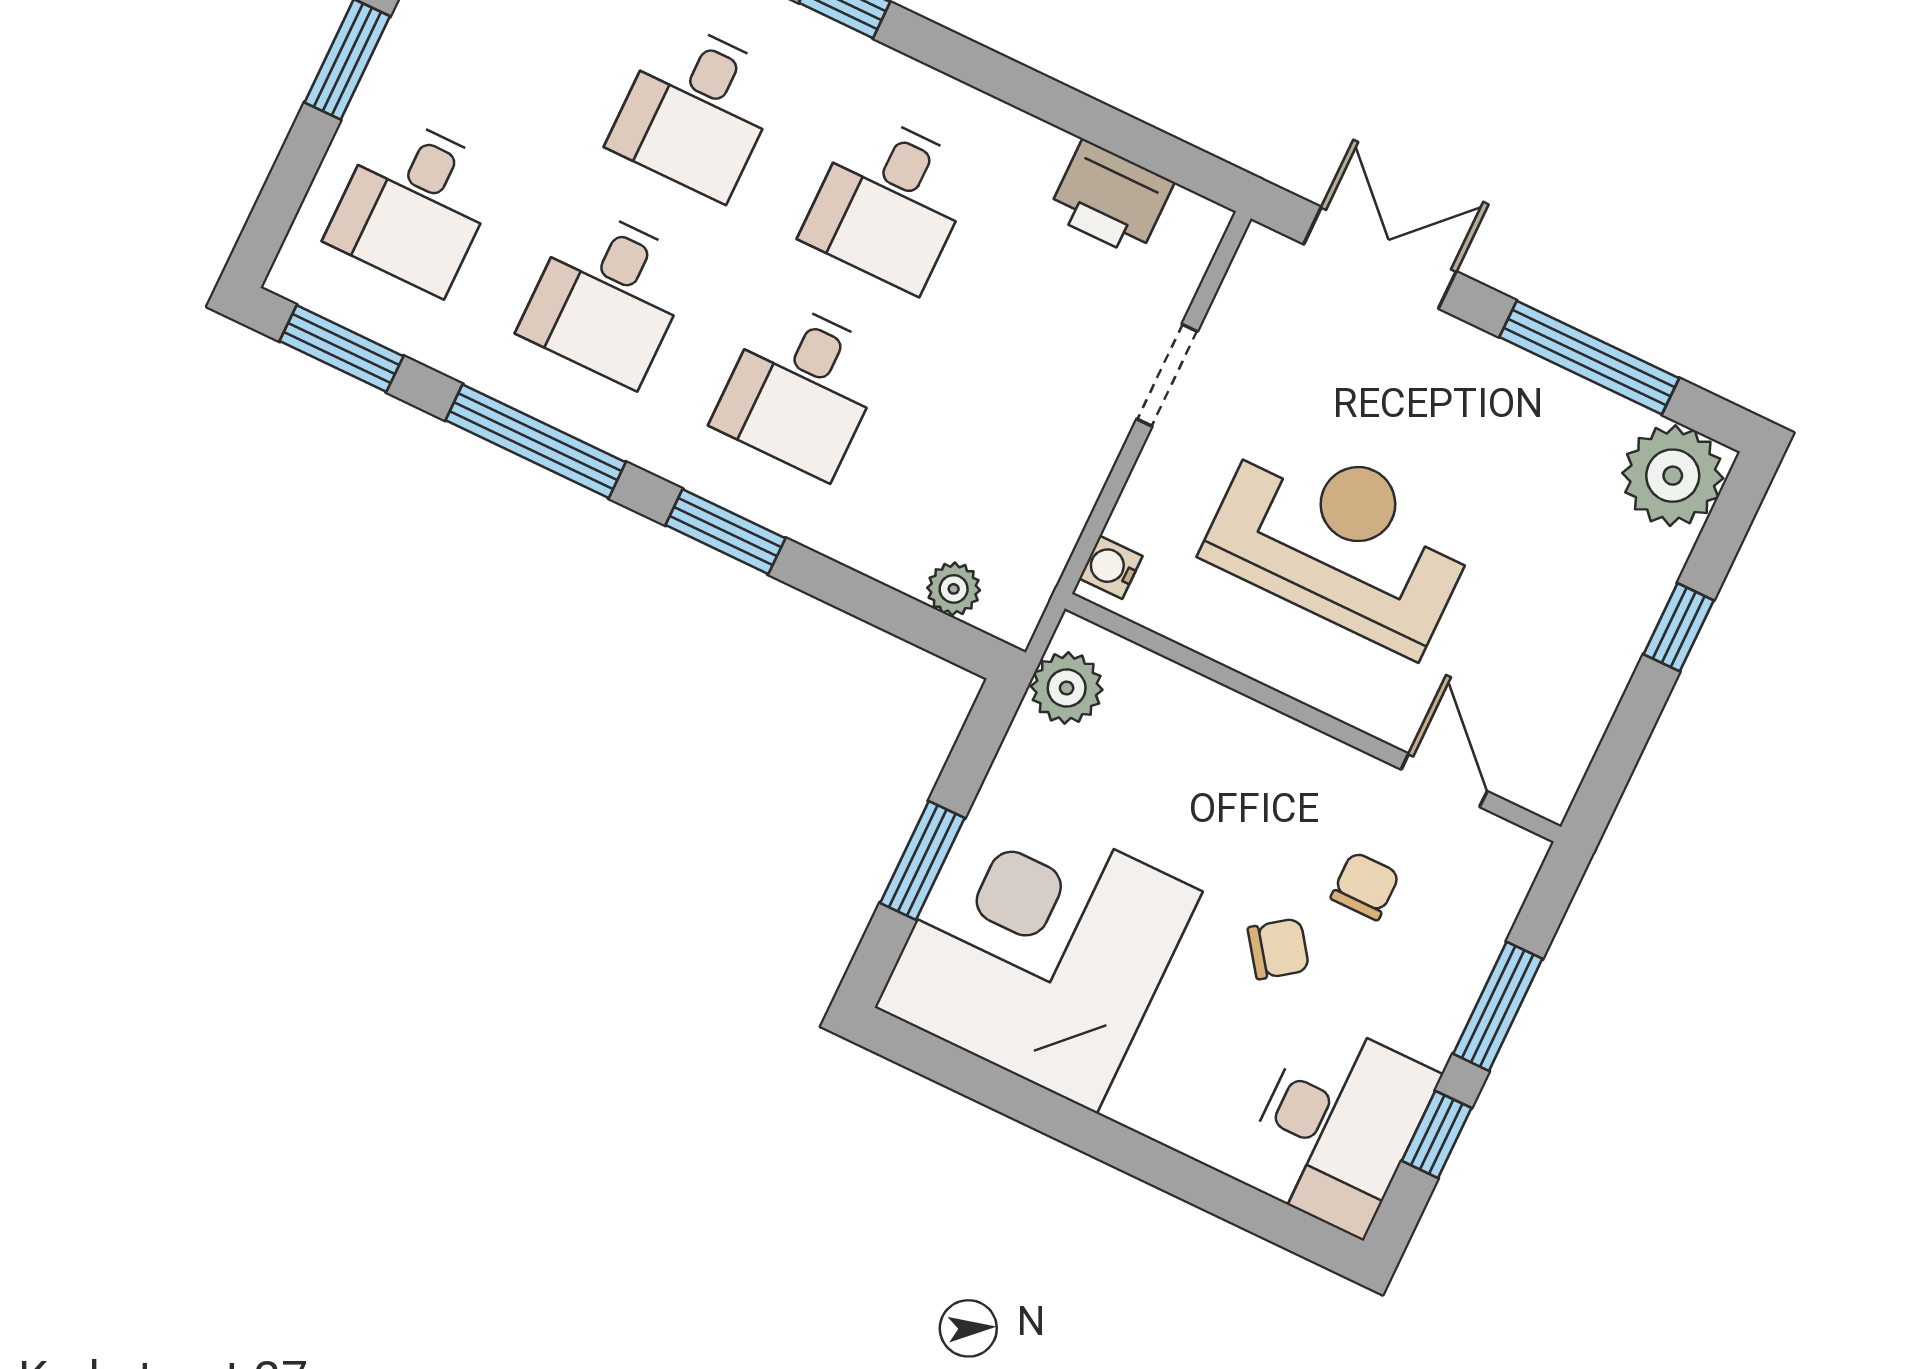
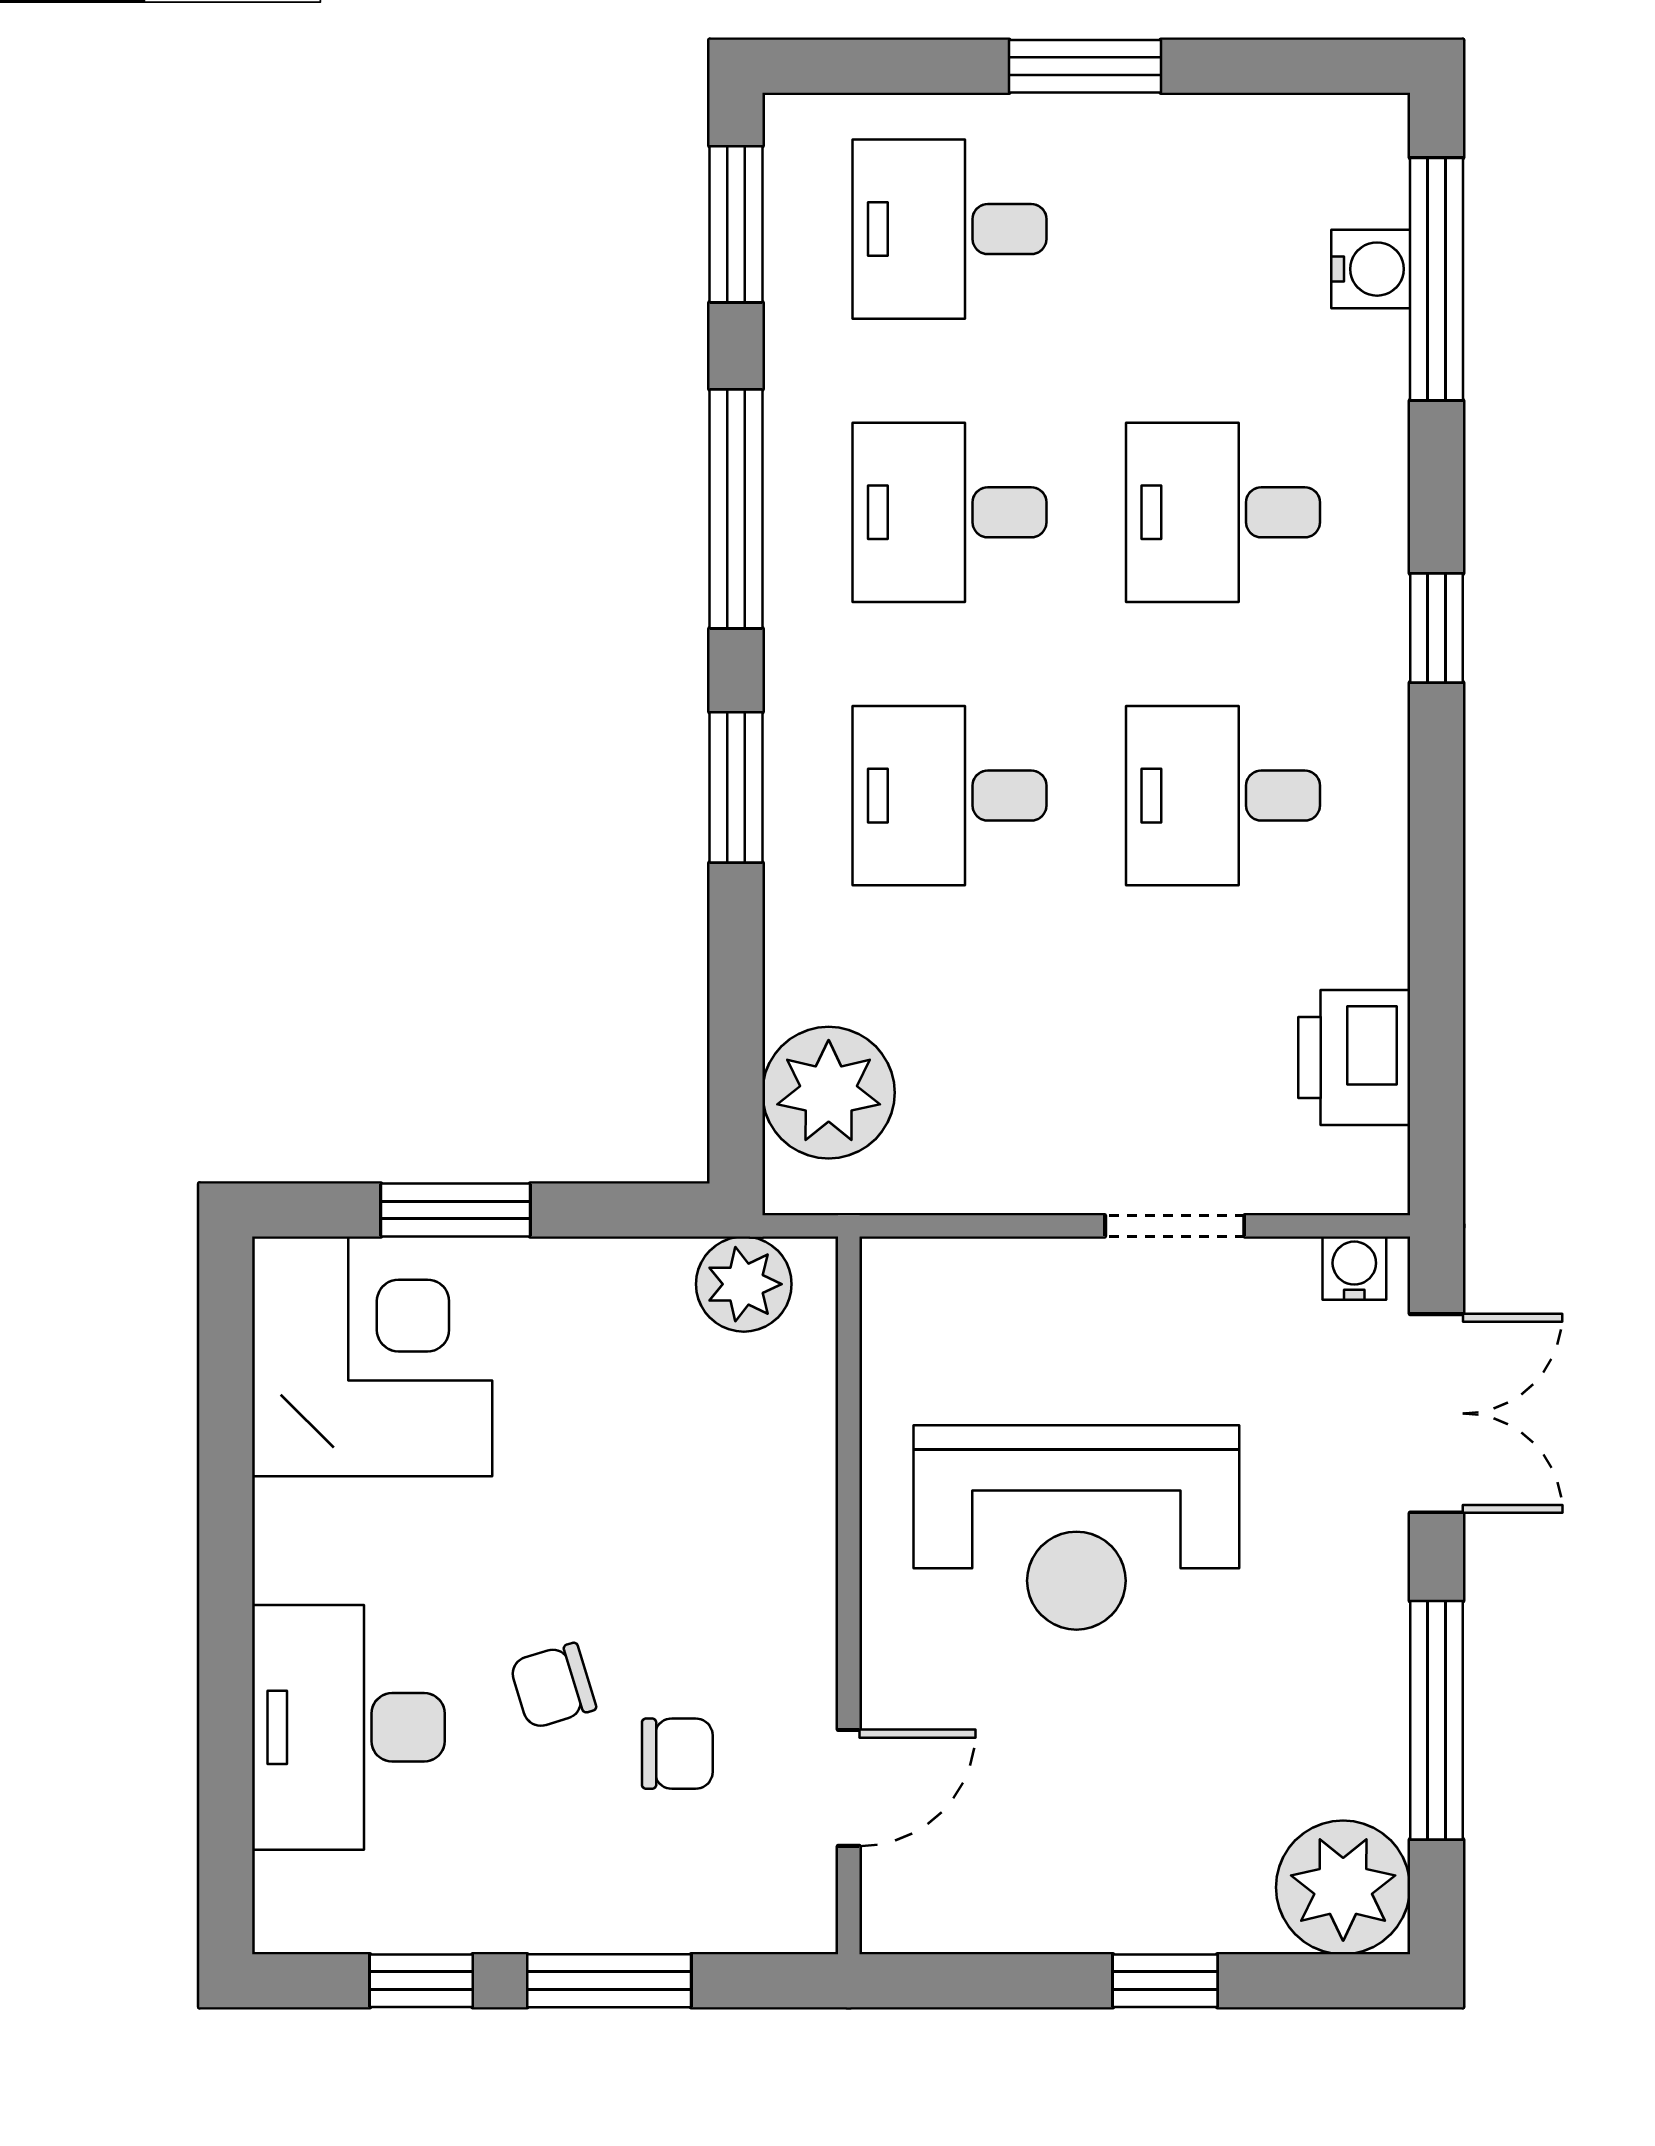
reception desk: (1341, 540) -> (1076, 1527), turned 90
water cooler: (1111, 567) -> (1354, 1268), moved
plant: (954, 589) -> (829, 1093), width x1.87, depth x1.87
corner desk: (1039, 949) -> (372, 1356), width x0.74, depth x0.74
chair: (1278, 949) -> (553, 1686), turned 109
desk: (1338, 1126) -> (348, 1727), moved, turned 90

